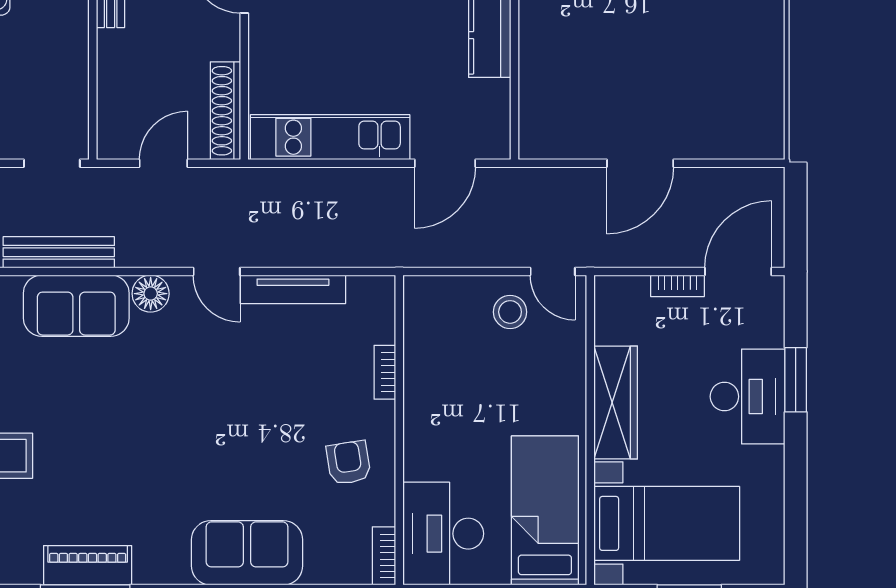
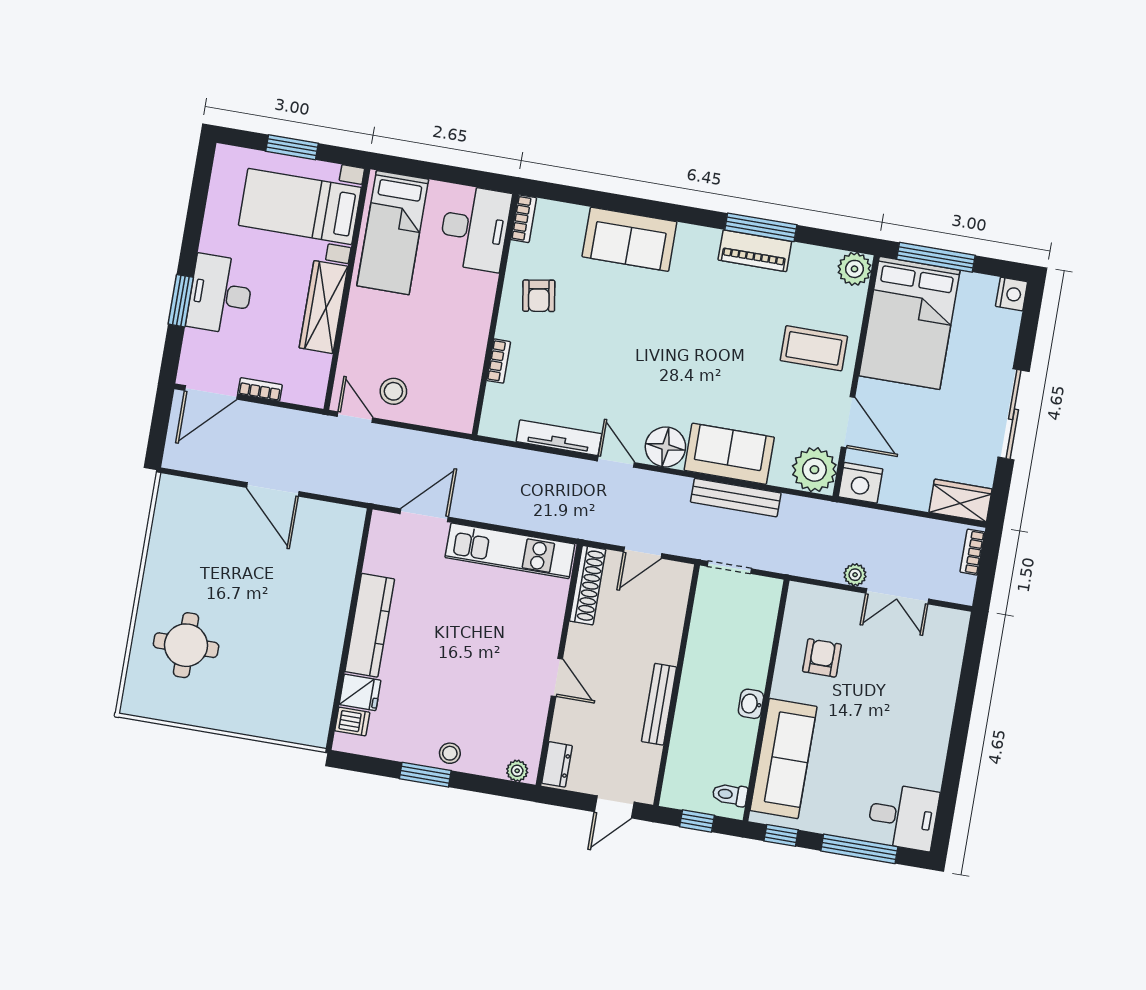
door: (640, 163) -> (273, 489), swing flipped
floor lamp: (151, 294) -> (665, 447), width x1.38, depth x1.38

